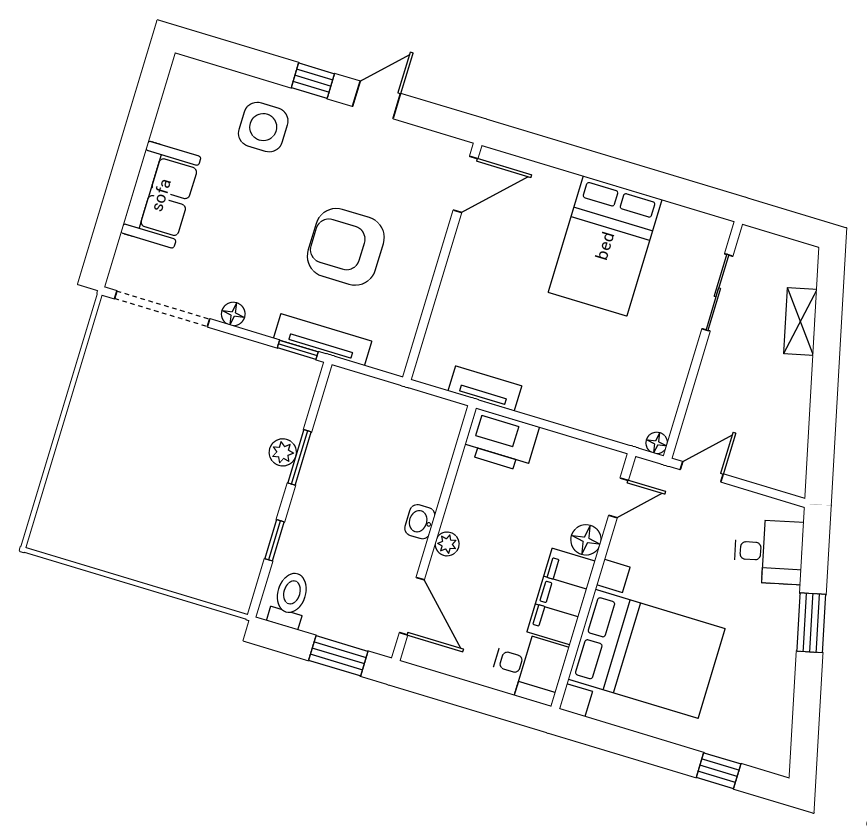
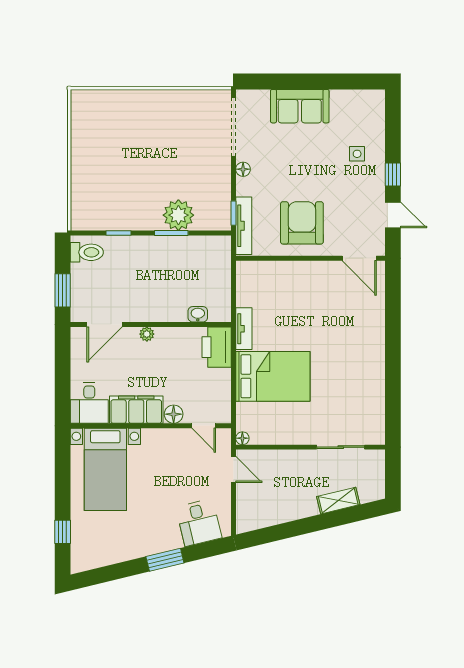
side table: (263, 127) -> (357, 154), width x0.54, depth x0.54
door: (466, 184) -> (359, 258), moved
bed: (605, 246) -> (273, 376), moved, turned 180
wall: (442, 261) -> (310, 258), moved
plant: (283, 452) -> (178, 215), width x1.88, depth x1.88
washbasin: (420, 522) -> (198, 314), moved
bed with nightstands: (647, 654) -> (105, 469), width x0.73

